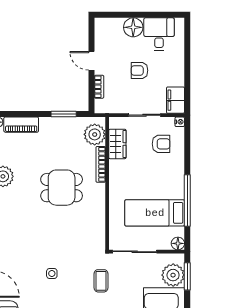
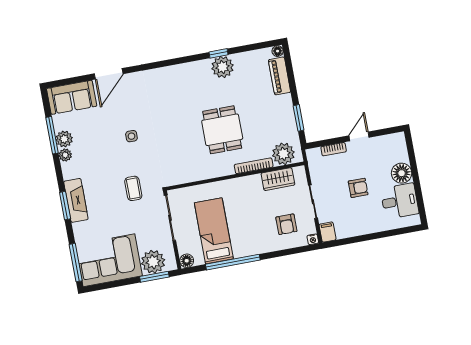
armchair: (139, 70) -> (358, 188), turned 90
filing cabinet: (175, 100) -> (328, 232), width x0.50
coffee table: (101, 281) -> (133, 188), turned 90

